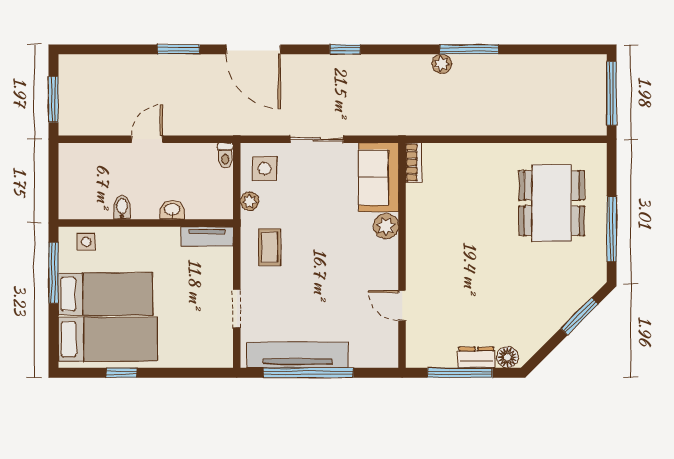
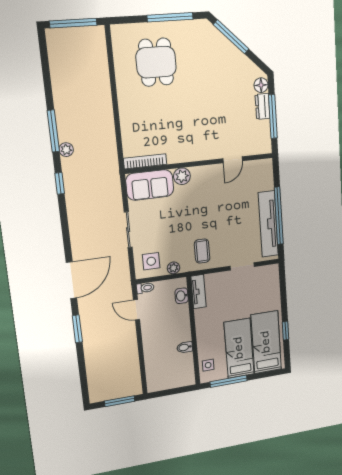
window: (345, 49) -> (60, 183), moved
door: (147, 139) -> (136, 310), moved
bookcase: (414, 163) -> (145, 161), width x1.56
dining table: (552, 203) -> (156, 62), width x0.73
washbasin: (172, 210) -> (182, 296), moved
coffee table: (270, 247) -> (202, 251), turned 90
window: (579, 316) -> (231, 37), width x1.44

